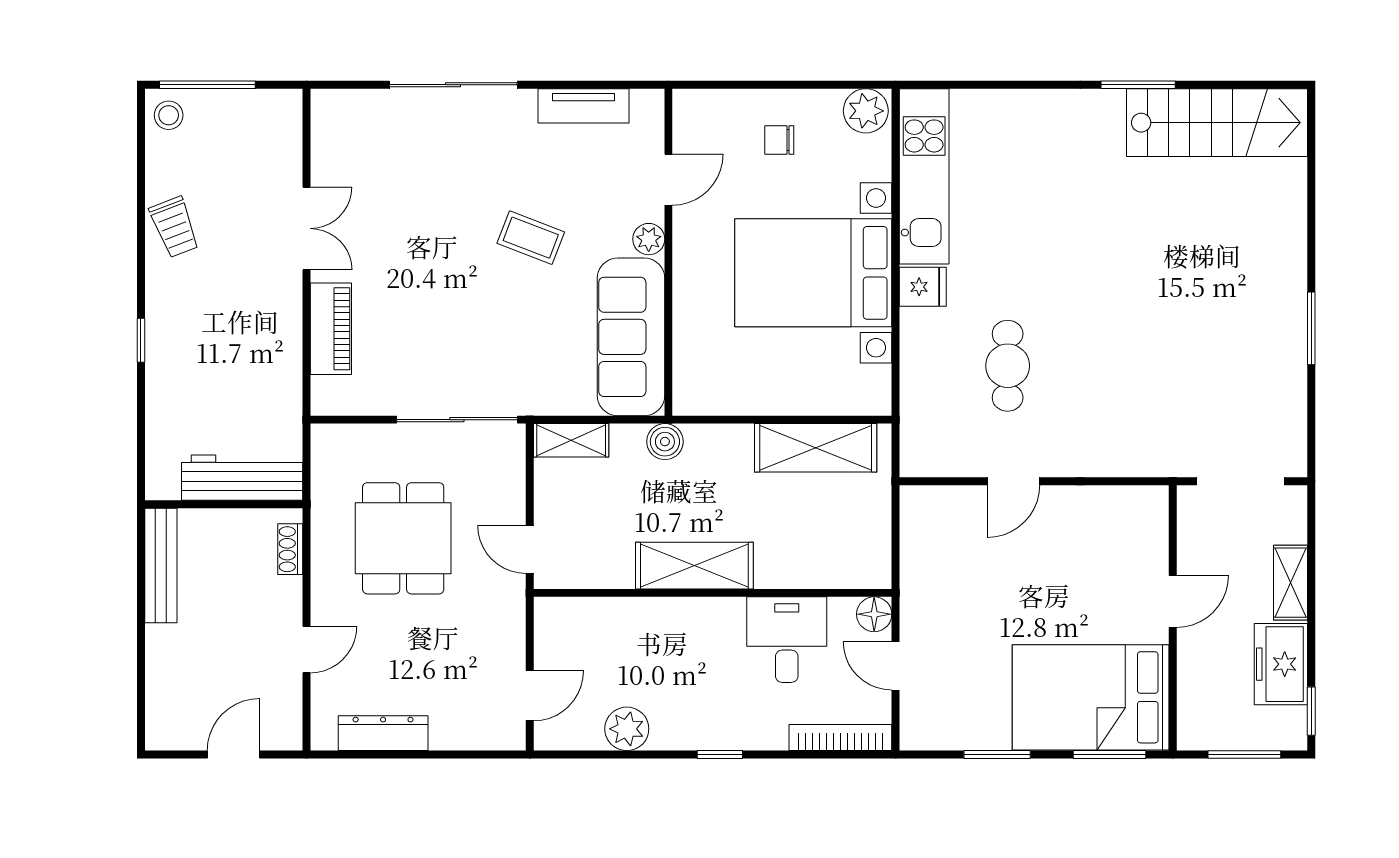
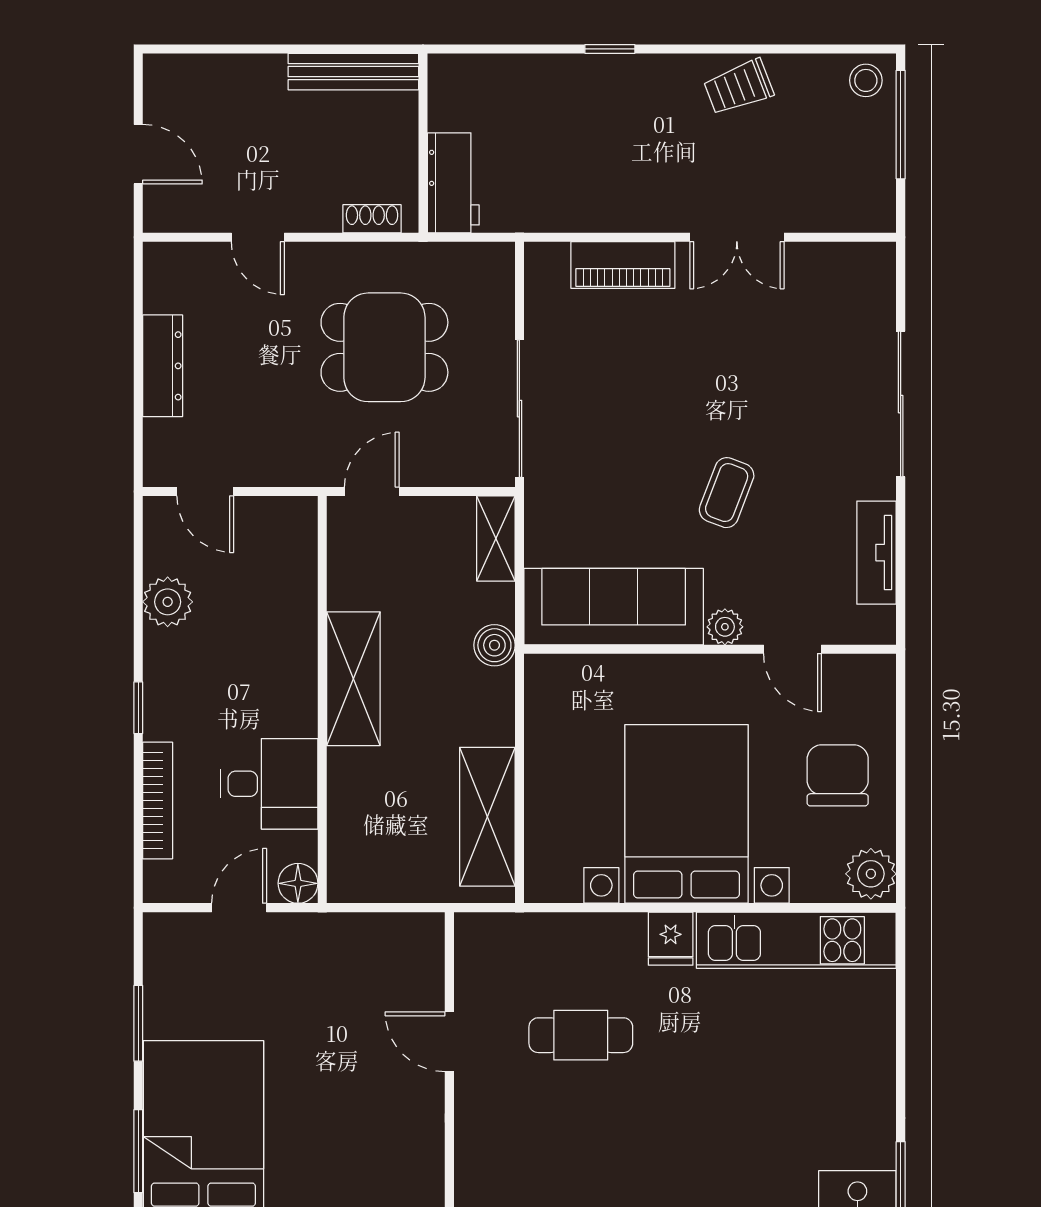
chair: (779, 140) -> (838, 775), width x1.87, depth x1.87
workbench: (242, 478) -> (453, 183), width x0.73
dresser: (383, 733) -> (163, 366), moved
bookcase: (840, 738) -> (158, 800), moved

